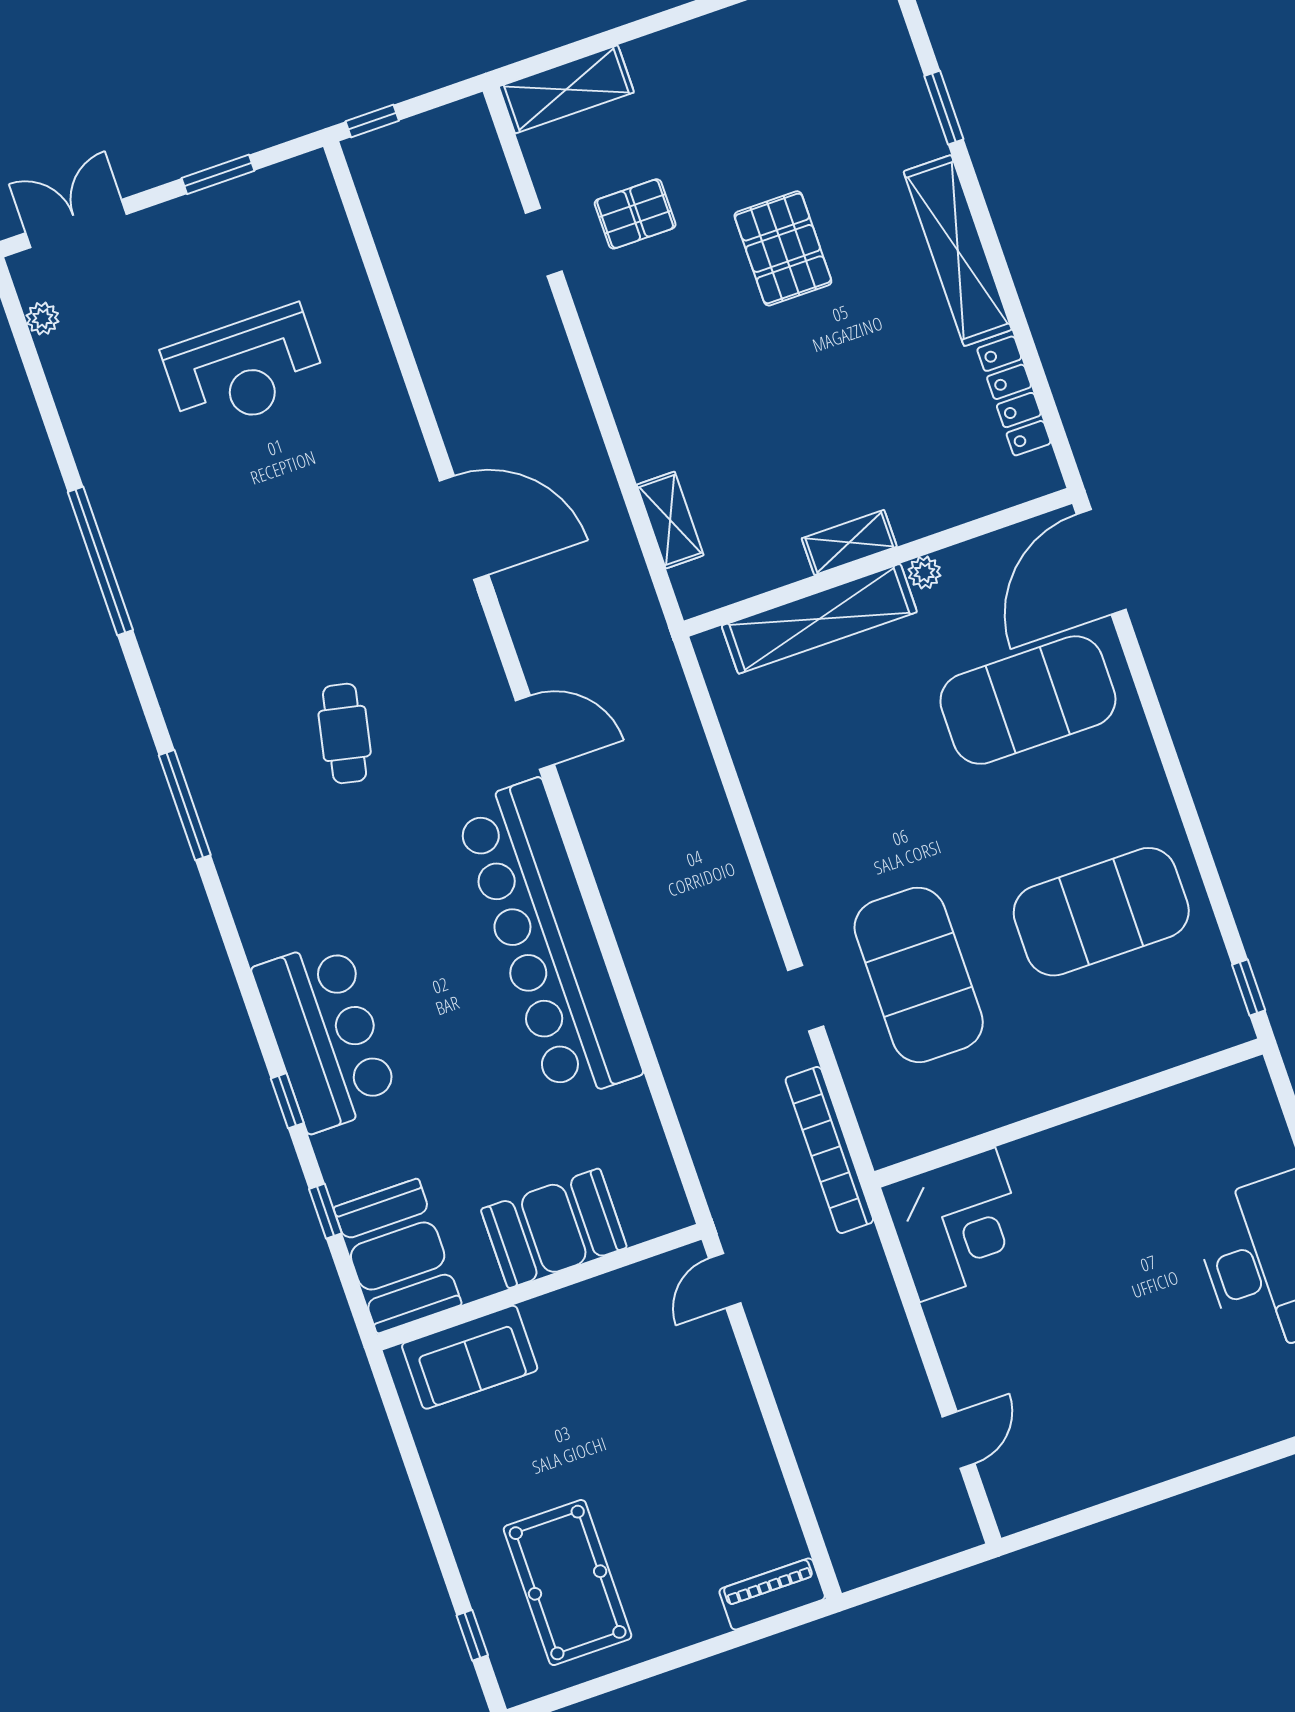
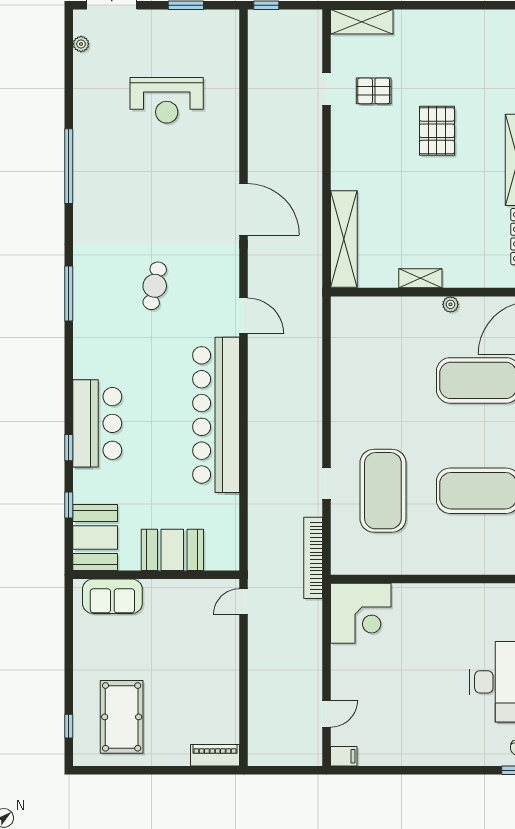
shelving: (670, 520) -> (344, 239), width x2.20, depth x1.33
shelving: (819, 619) -> (394, 309), removed
filing cabinet: (1020, 1510) -> (344, 756), added

